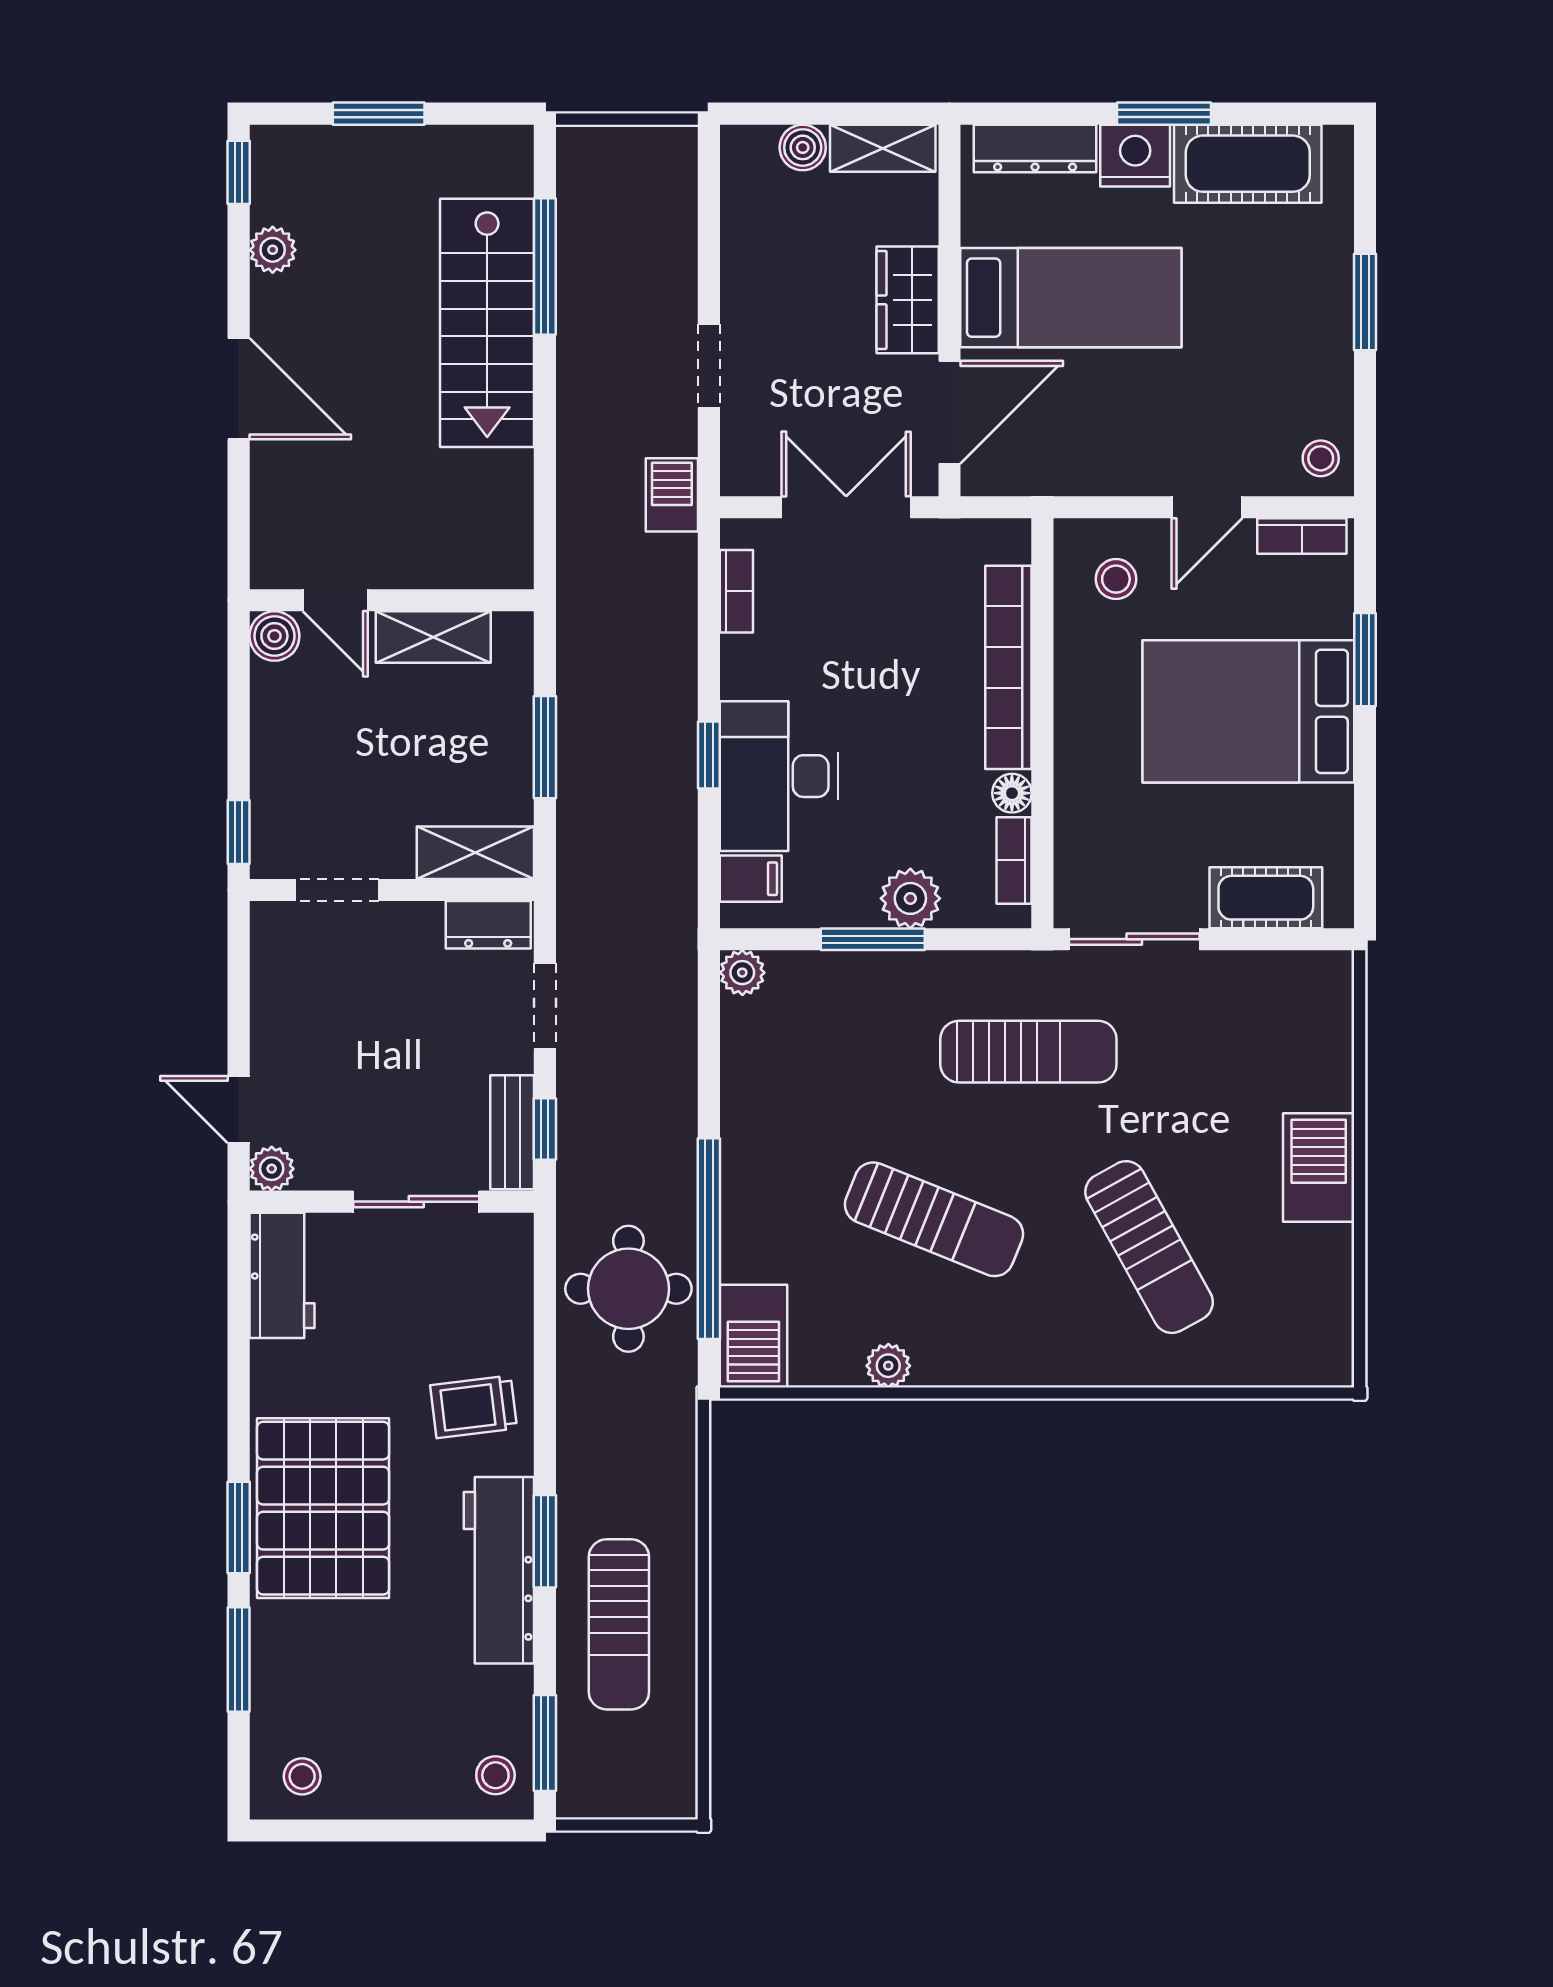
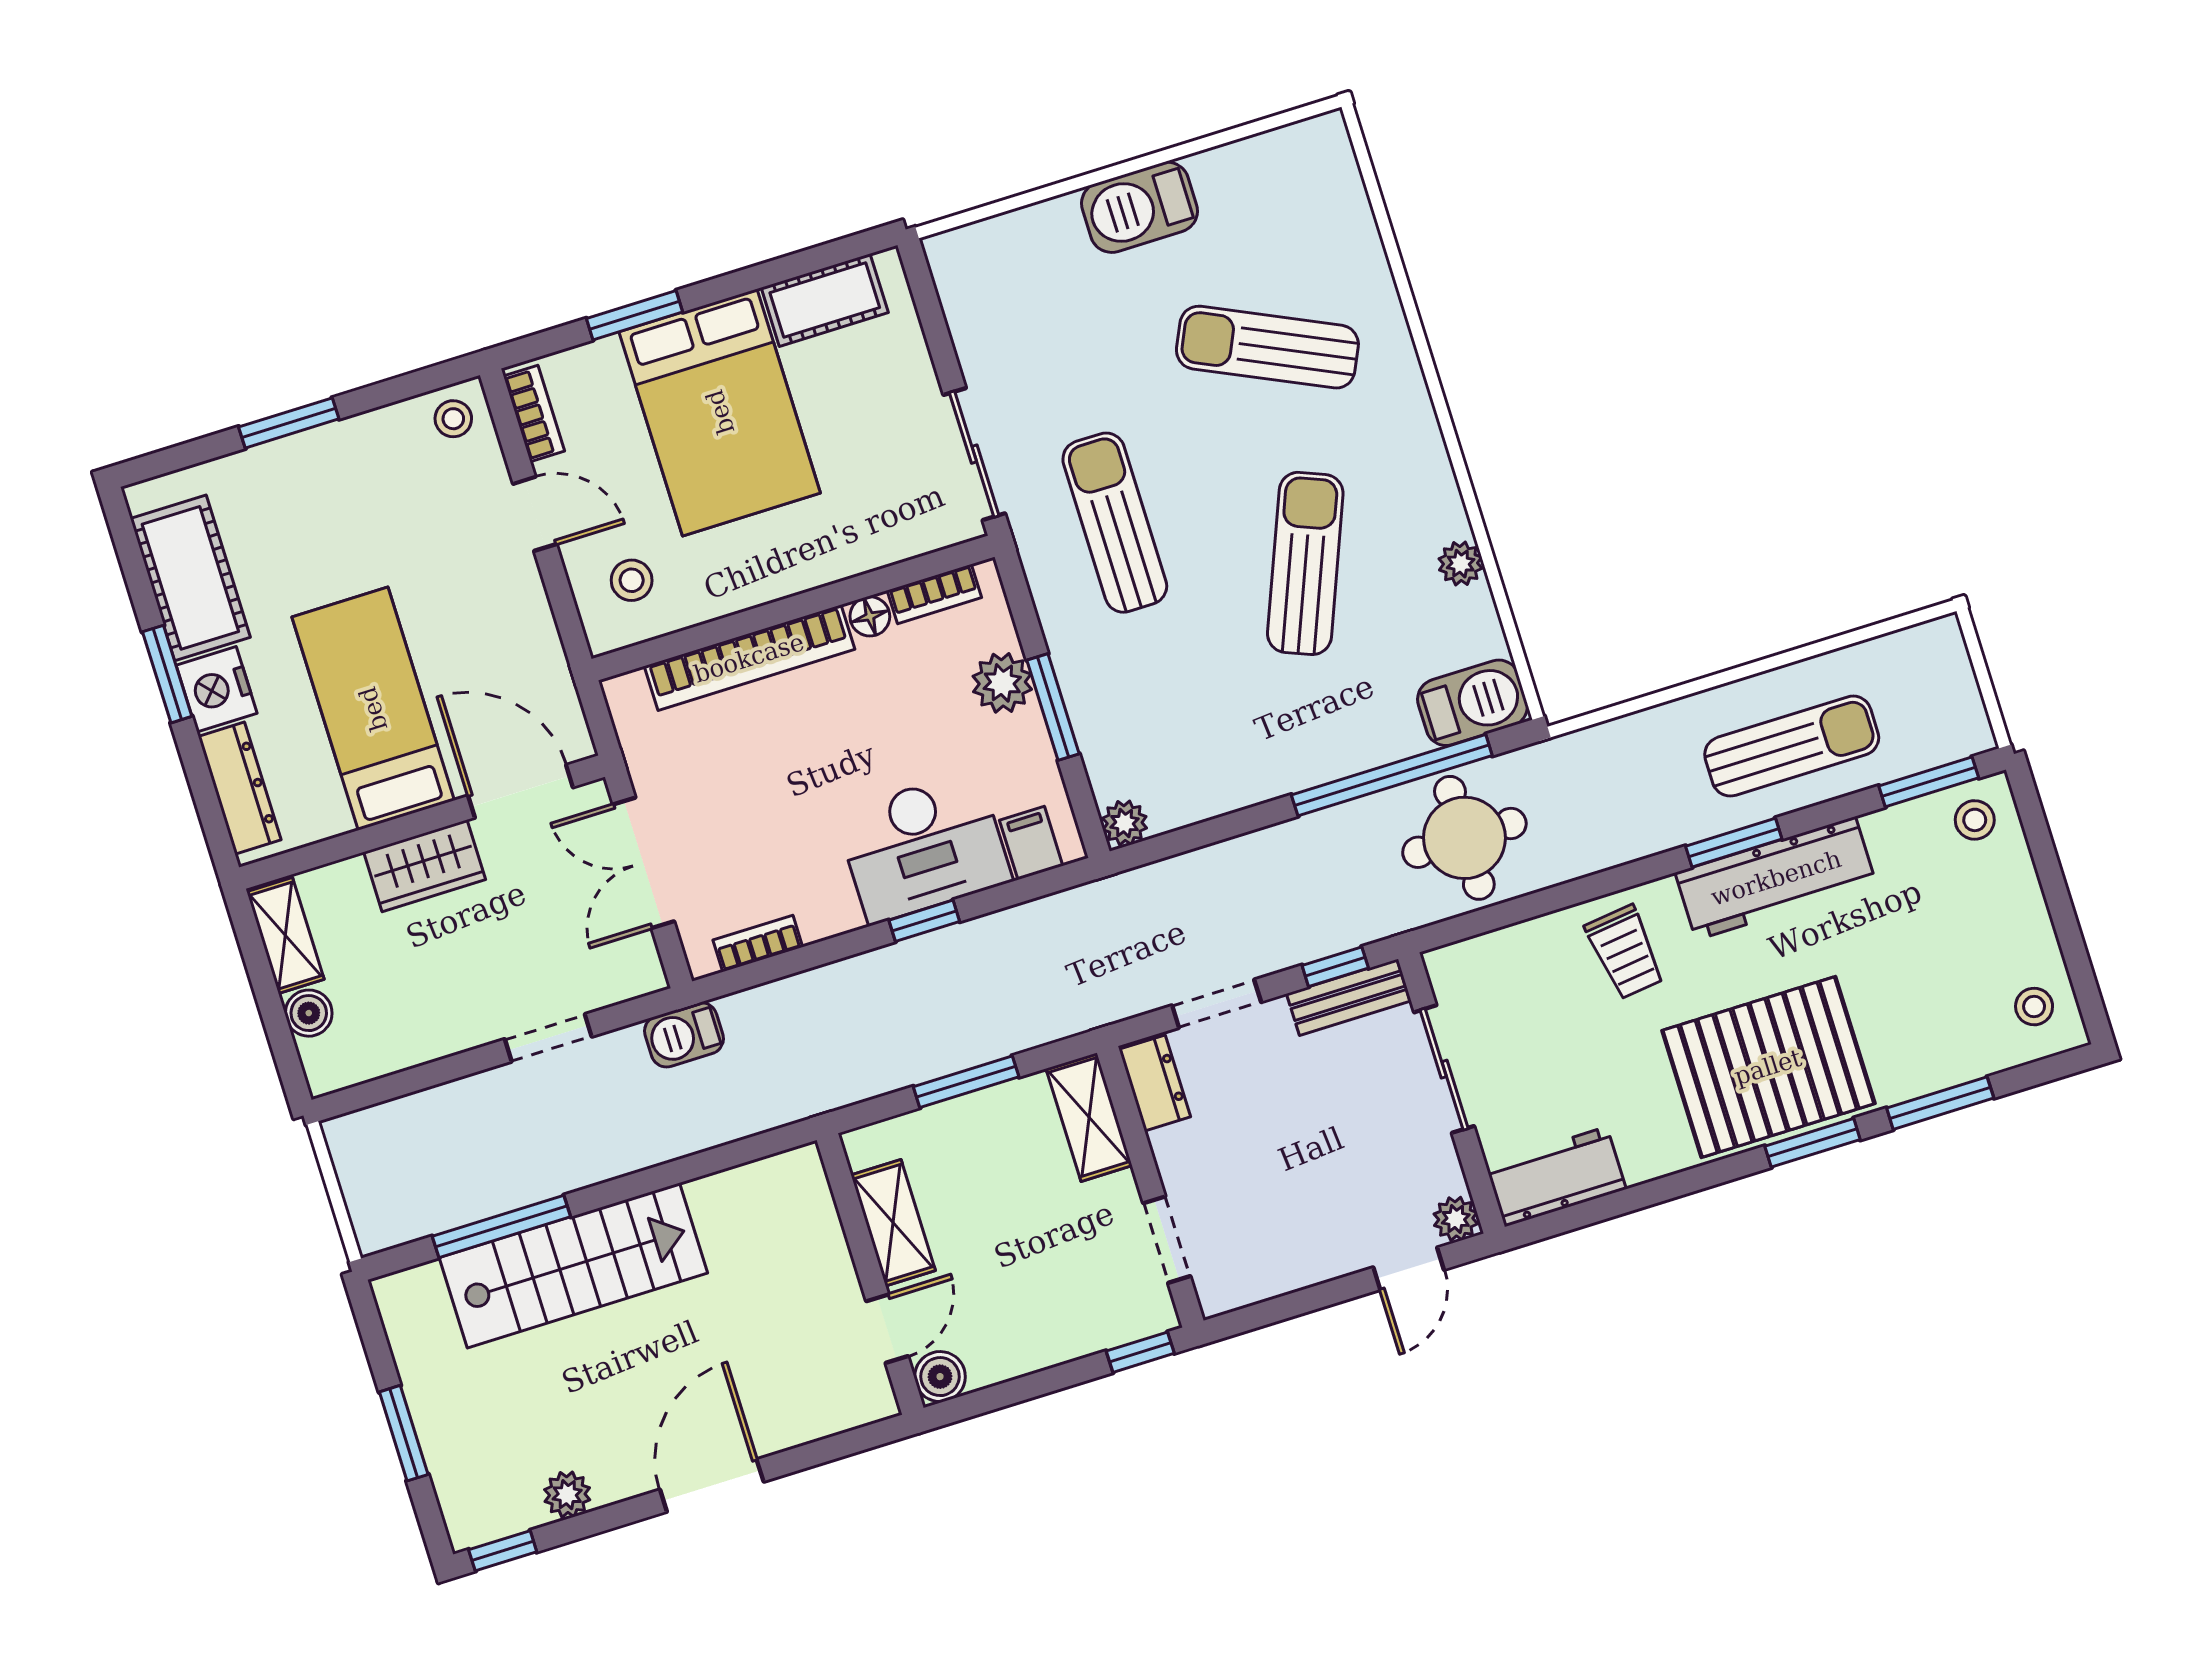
cot: (1266, 898) -> (825, 300), moved, turned 90
sun lounger: (1149, 1247) -> (1267, 347), turned -126

